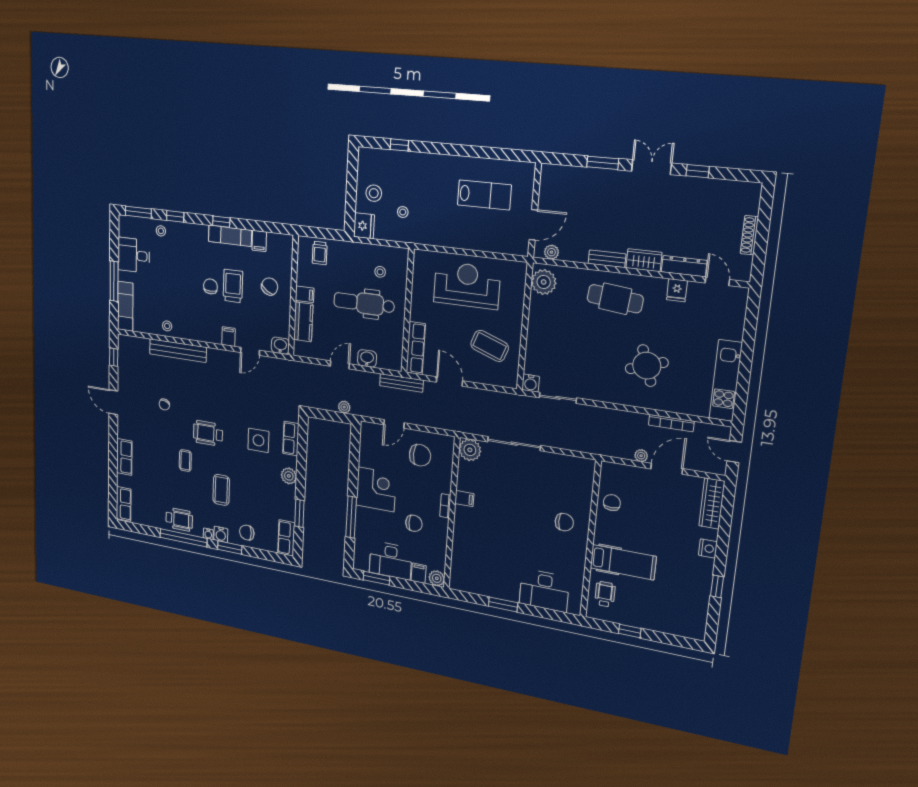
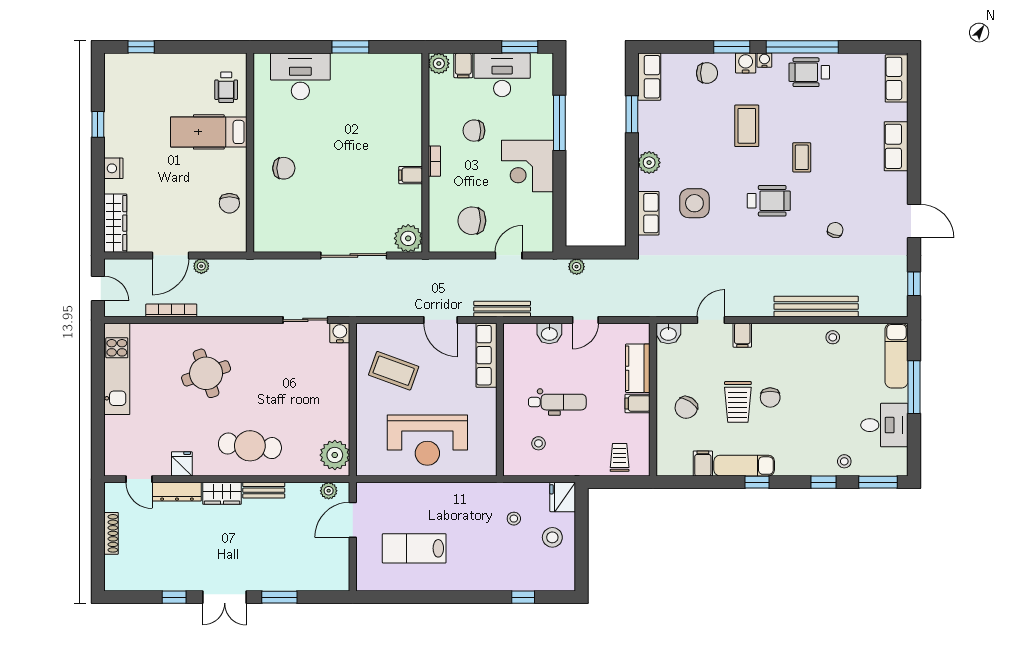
dental chair: (364, 303) -> (557, 402), width x0.73, depth x0.72
chair: (564, 522) -> (284, 168), turned 180
window: (630, 631) -> (141, 47), moved

